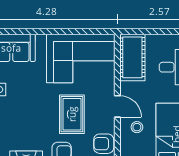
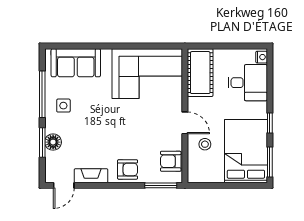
rug: (72, 114) -> (138, 131), removed

